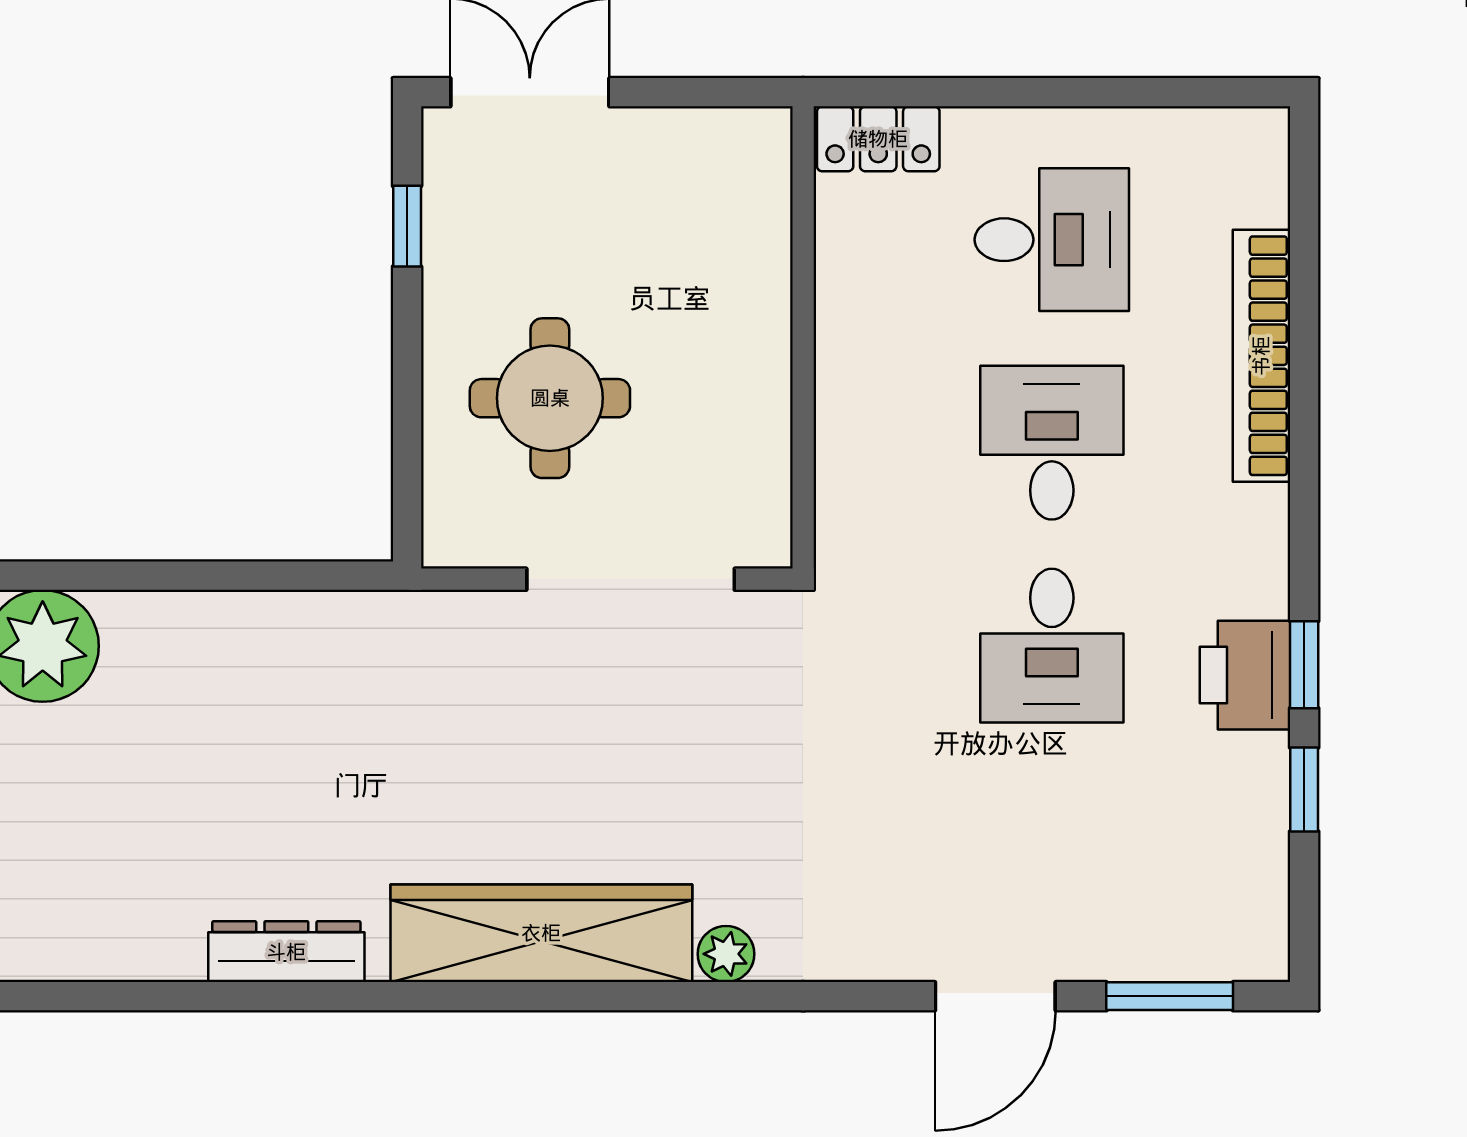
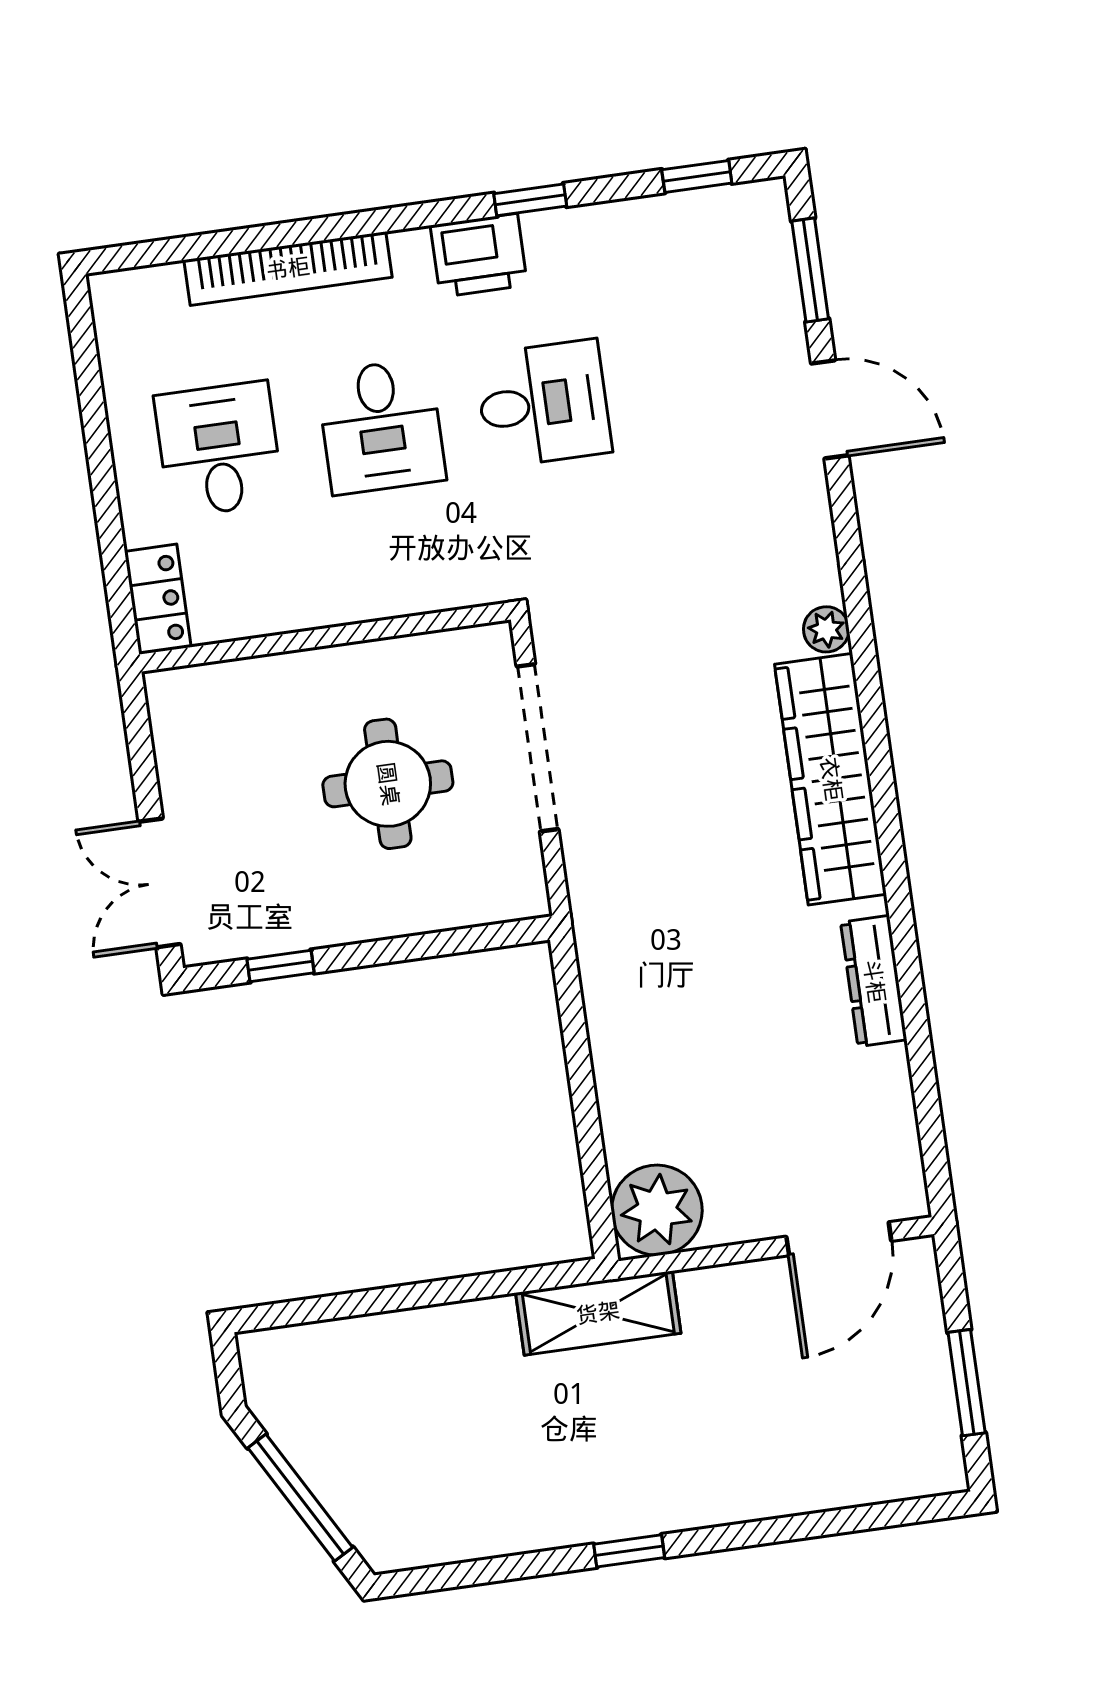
round table: (550, 398) -> (388, 784), moved
desk: (1052, 443) -> (381, 426), turned -90
printer: (1245, 675) -> (479, 255), moved
window: (1304, 789) -> (697, 176), moved

